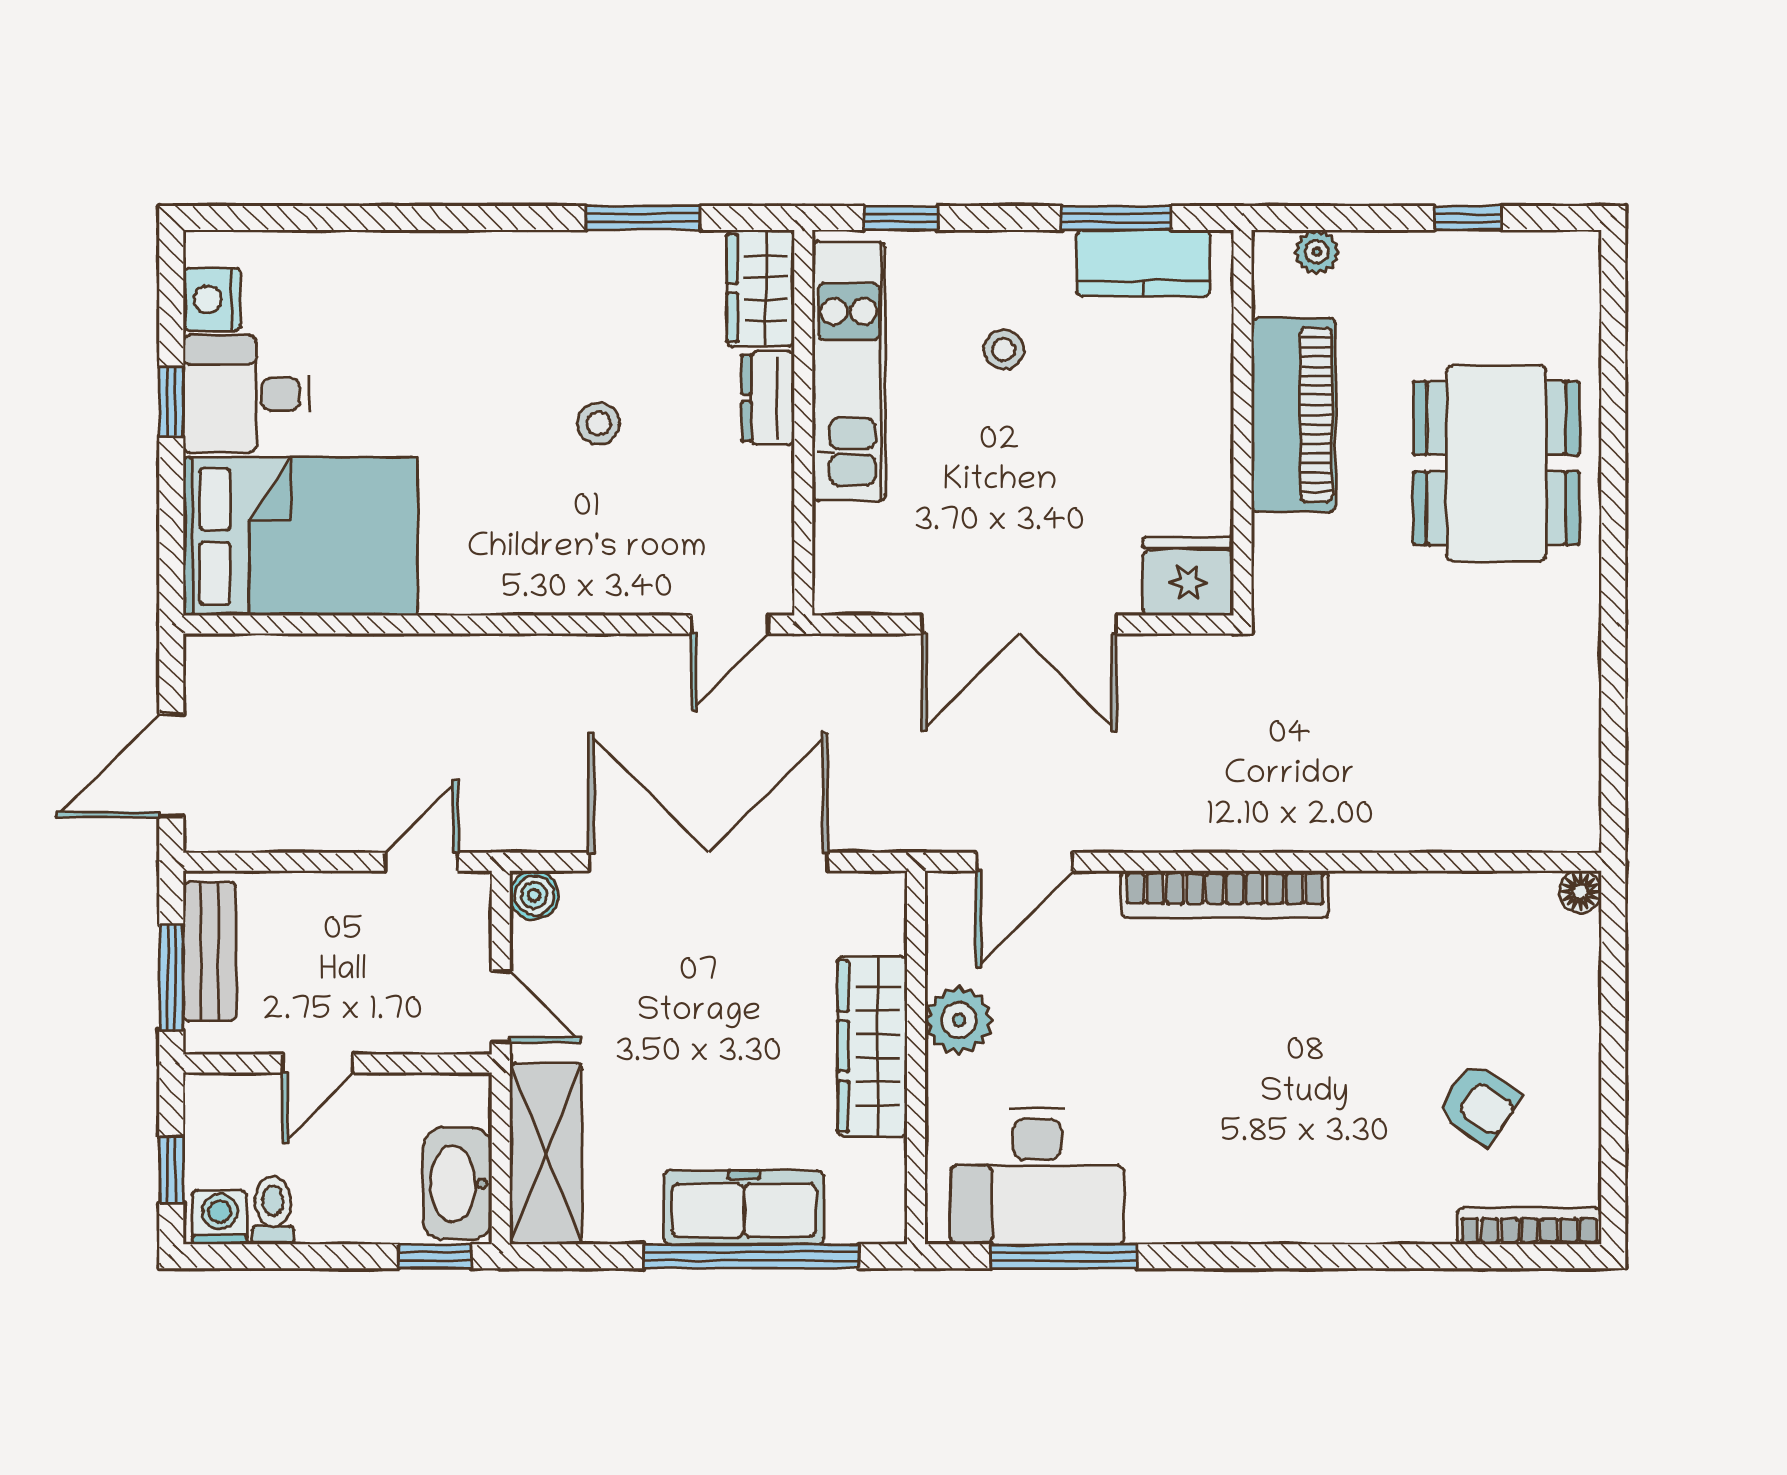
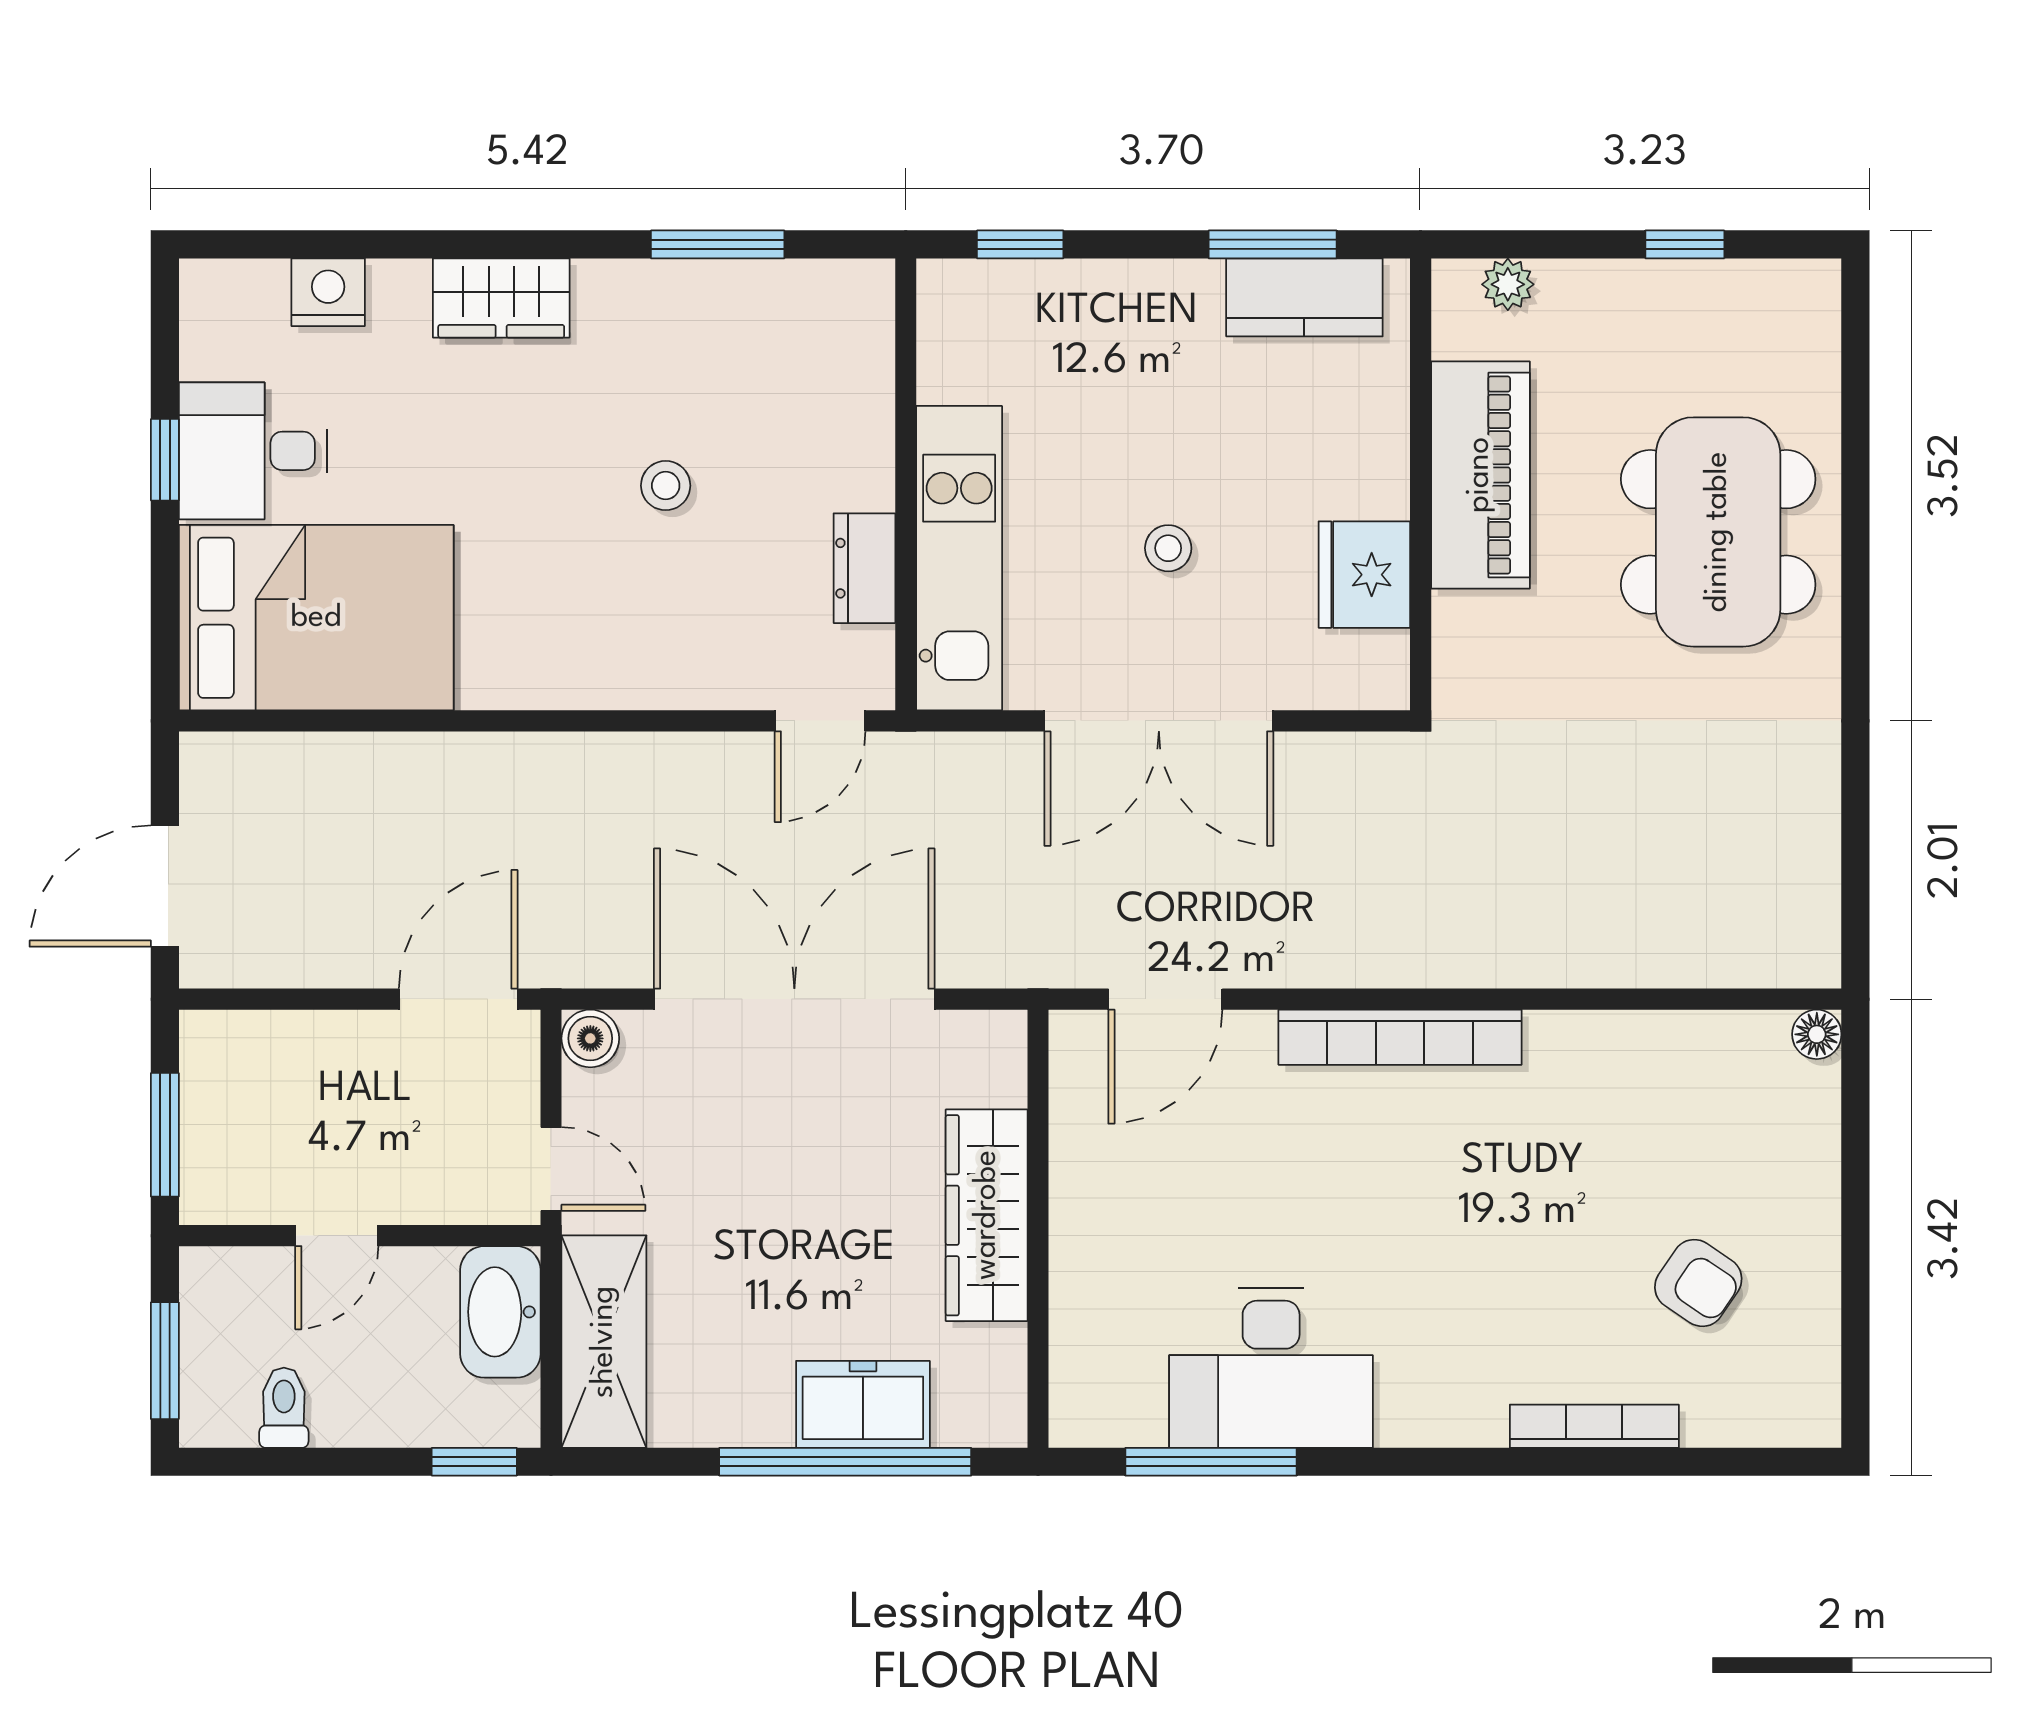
wardrobe: (761, 288) -> (501, 298), moved, turned -90
nightstand: (212, 299) -> (328, 292), moved, turned 90
stool: (1003, 349) -> (1168, 548), moved
kitchen unit: (849, 371) -> (959, 558), moved
dresser: (768, 398) -> (864, 568), moved
fridge: (1188, 576) -> (1364, 575), moved, turned -90
door: (421, 862) -> (458, 999), width x1.38
bench: (210, 952) -> (210, 1104), removed
plant: (959, 1020) -> (1088, 1185), removed
window: (171, 1170) -> (165, 1361), width x1.50
desk: (1037, 1176) -> (1271, 1368), moved
washbasin: (457, 1184) -> (500, 1312), moved
freezer: (744, 1207) -> (863, 1404), width x0.71
washing machine: (220, 1217) -> (222, 1416), removed
bookcase: (1529, 1226) -> (1594, 1426), moved

